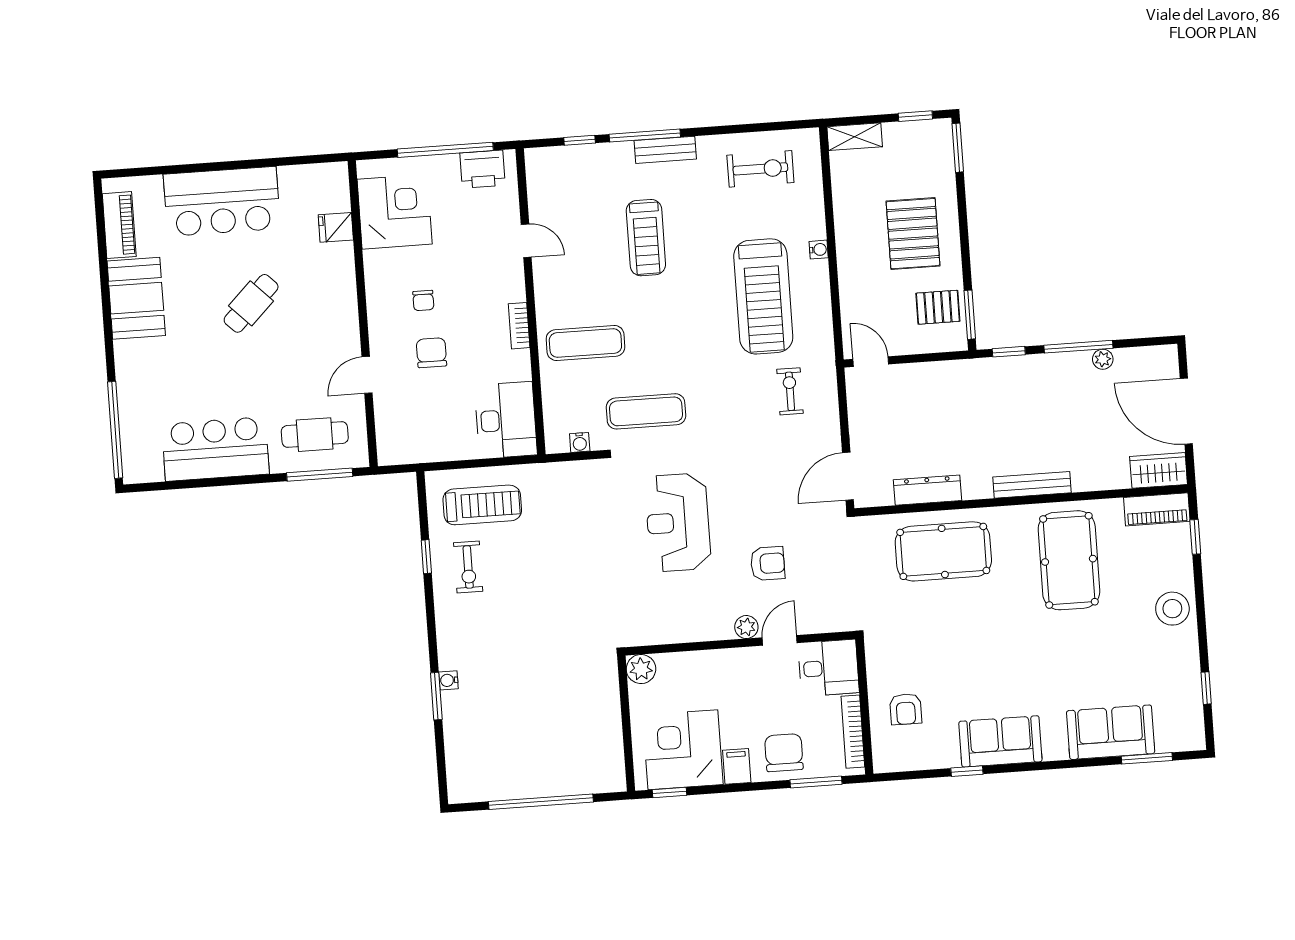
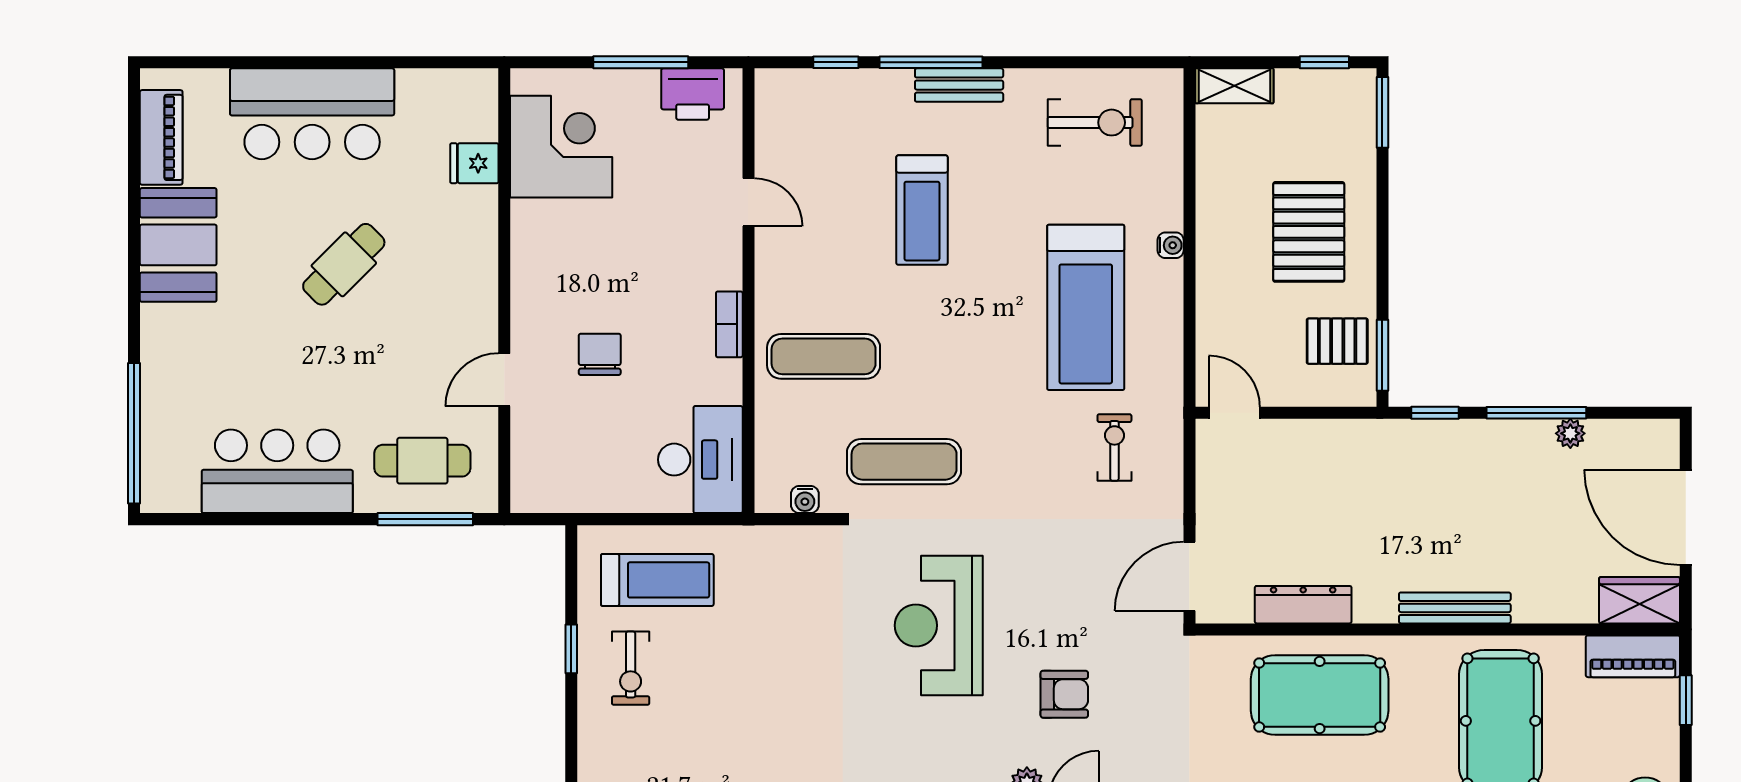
window: (445, 150) -> (641, 62), width x0.68
chair: (423, 300) -> (593, 278), removed

